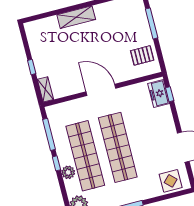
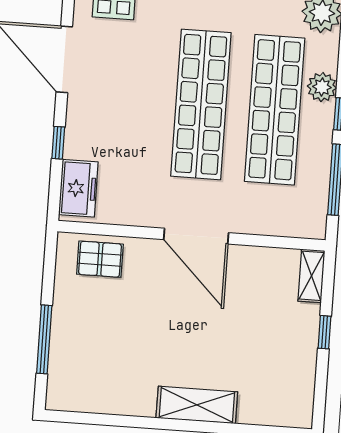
pallet: (142, 55) -> (100, 259), moved
window: (170, 94) -> (58, 143), moved

